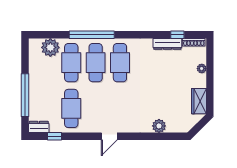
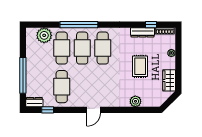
rug: (164, 84) -> (140, 66), added

